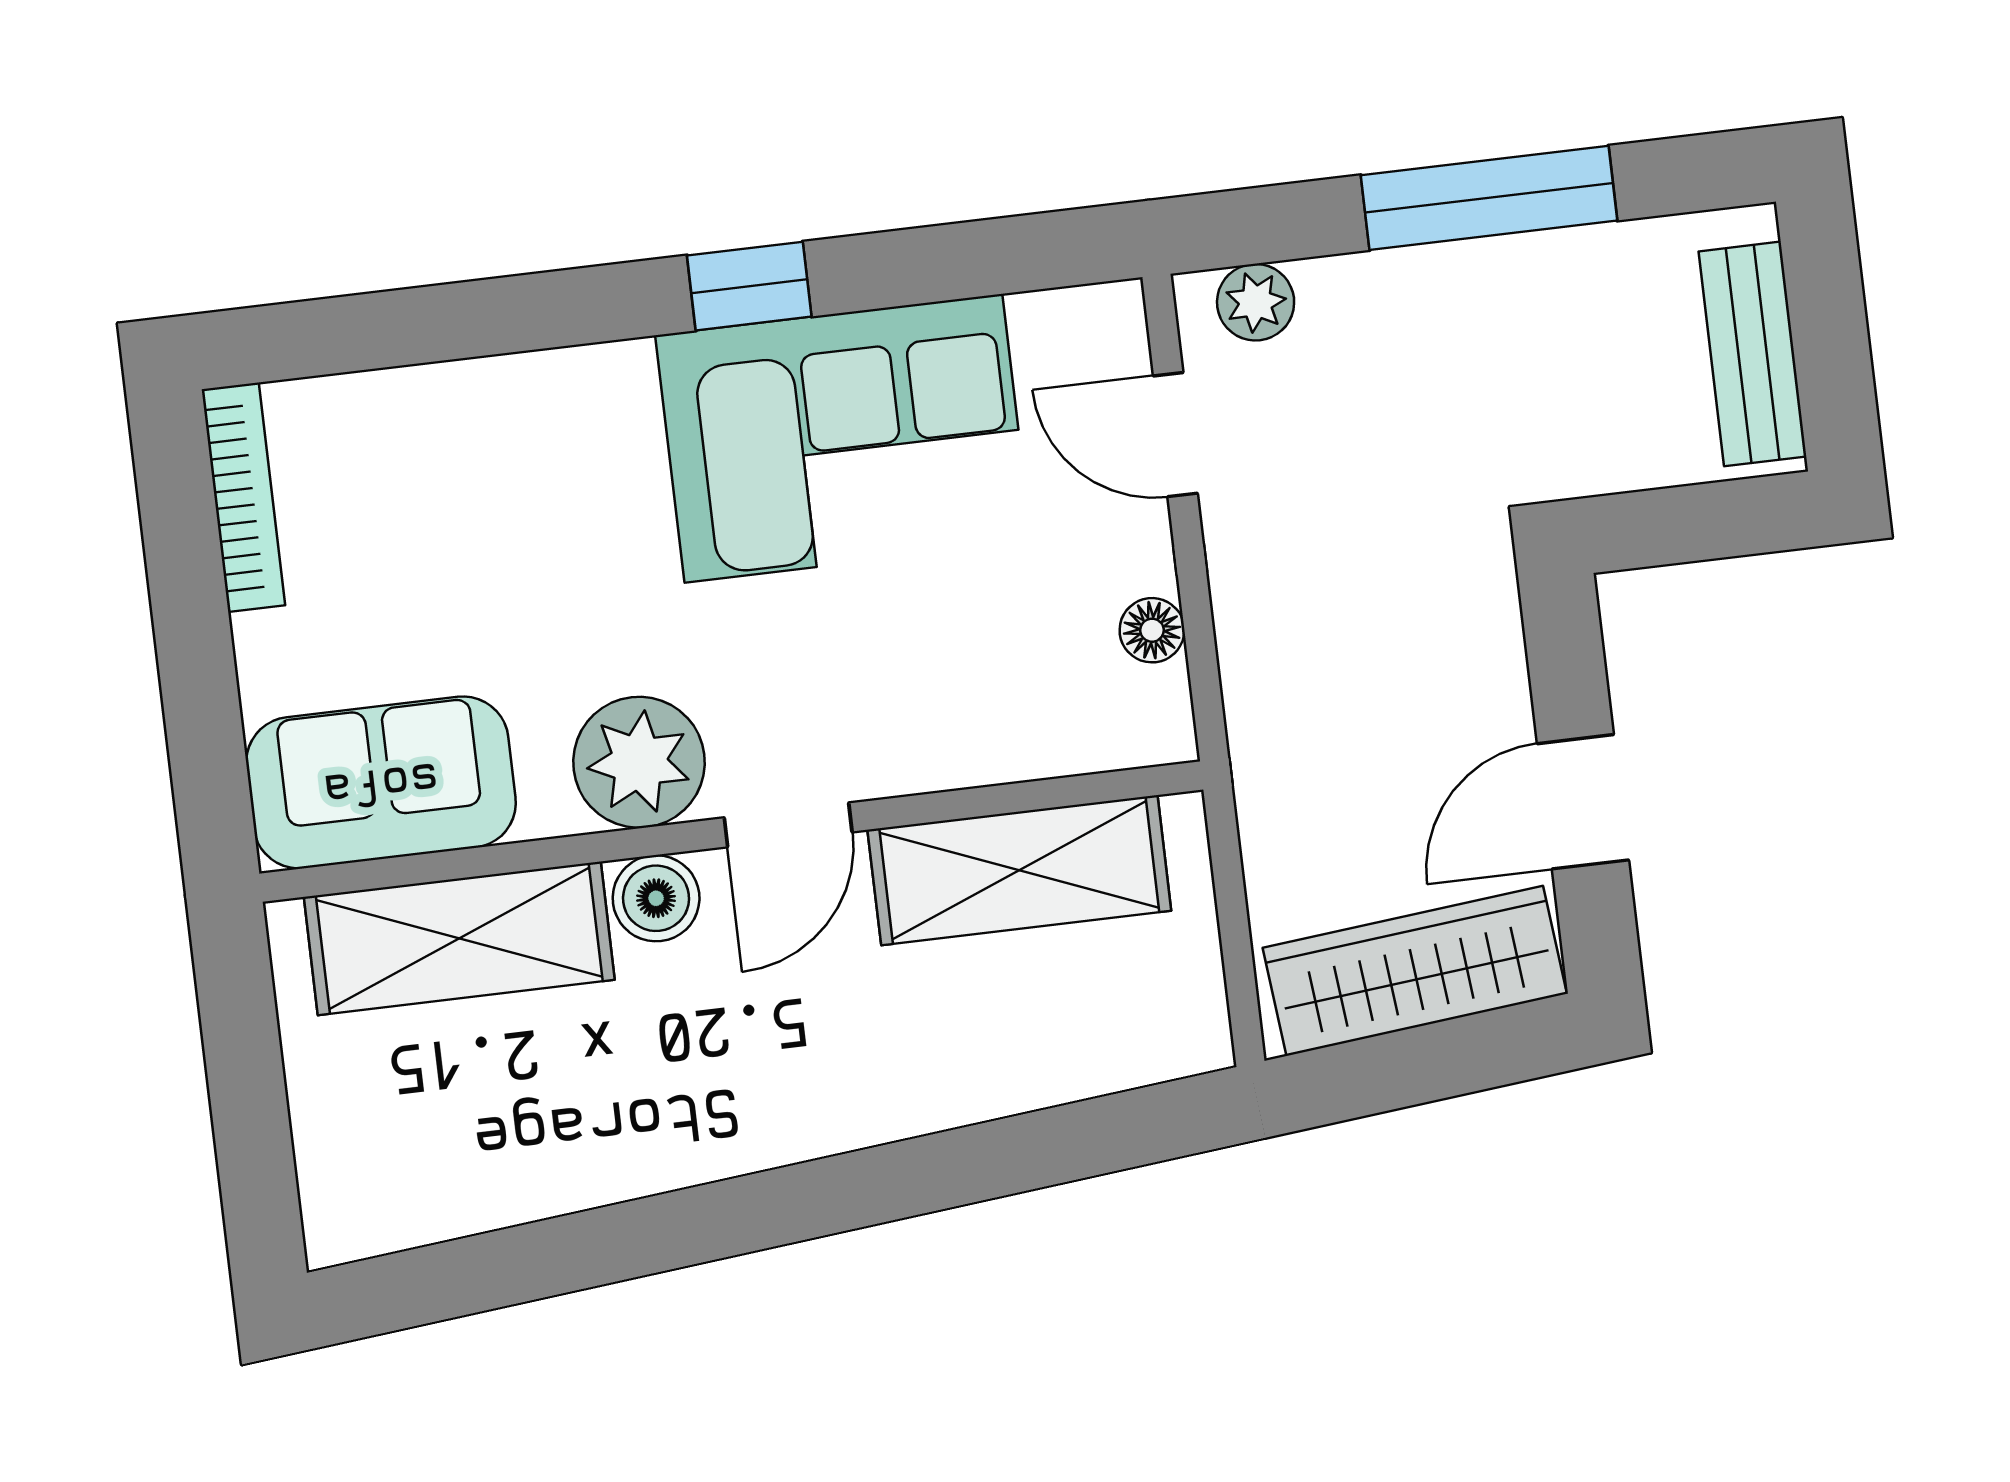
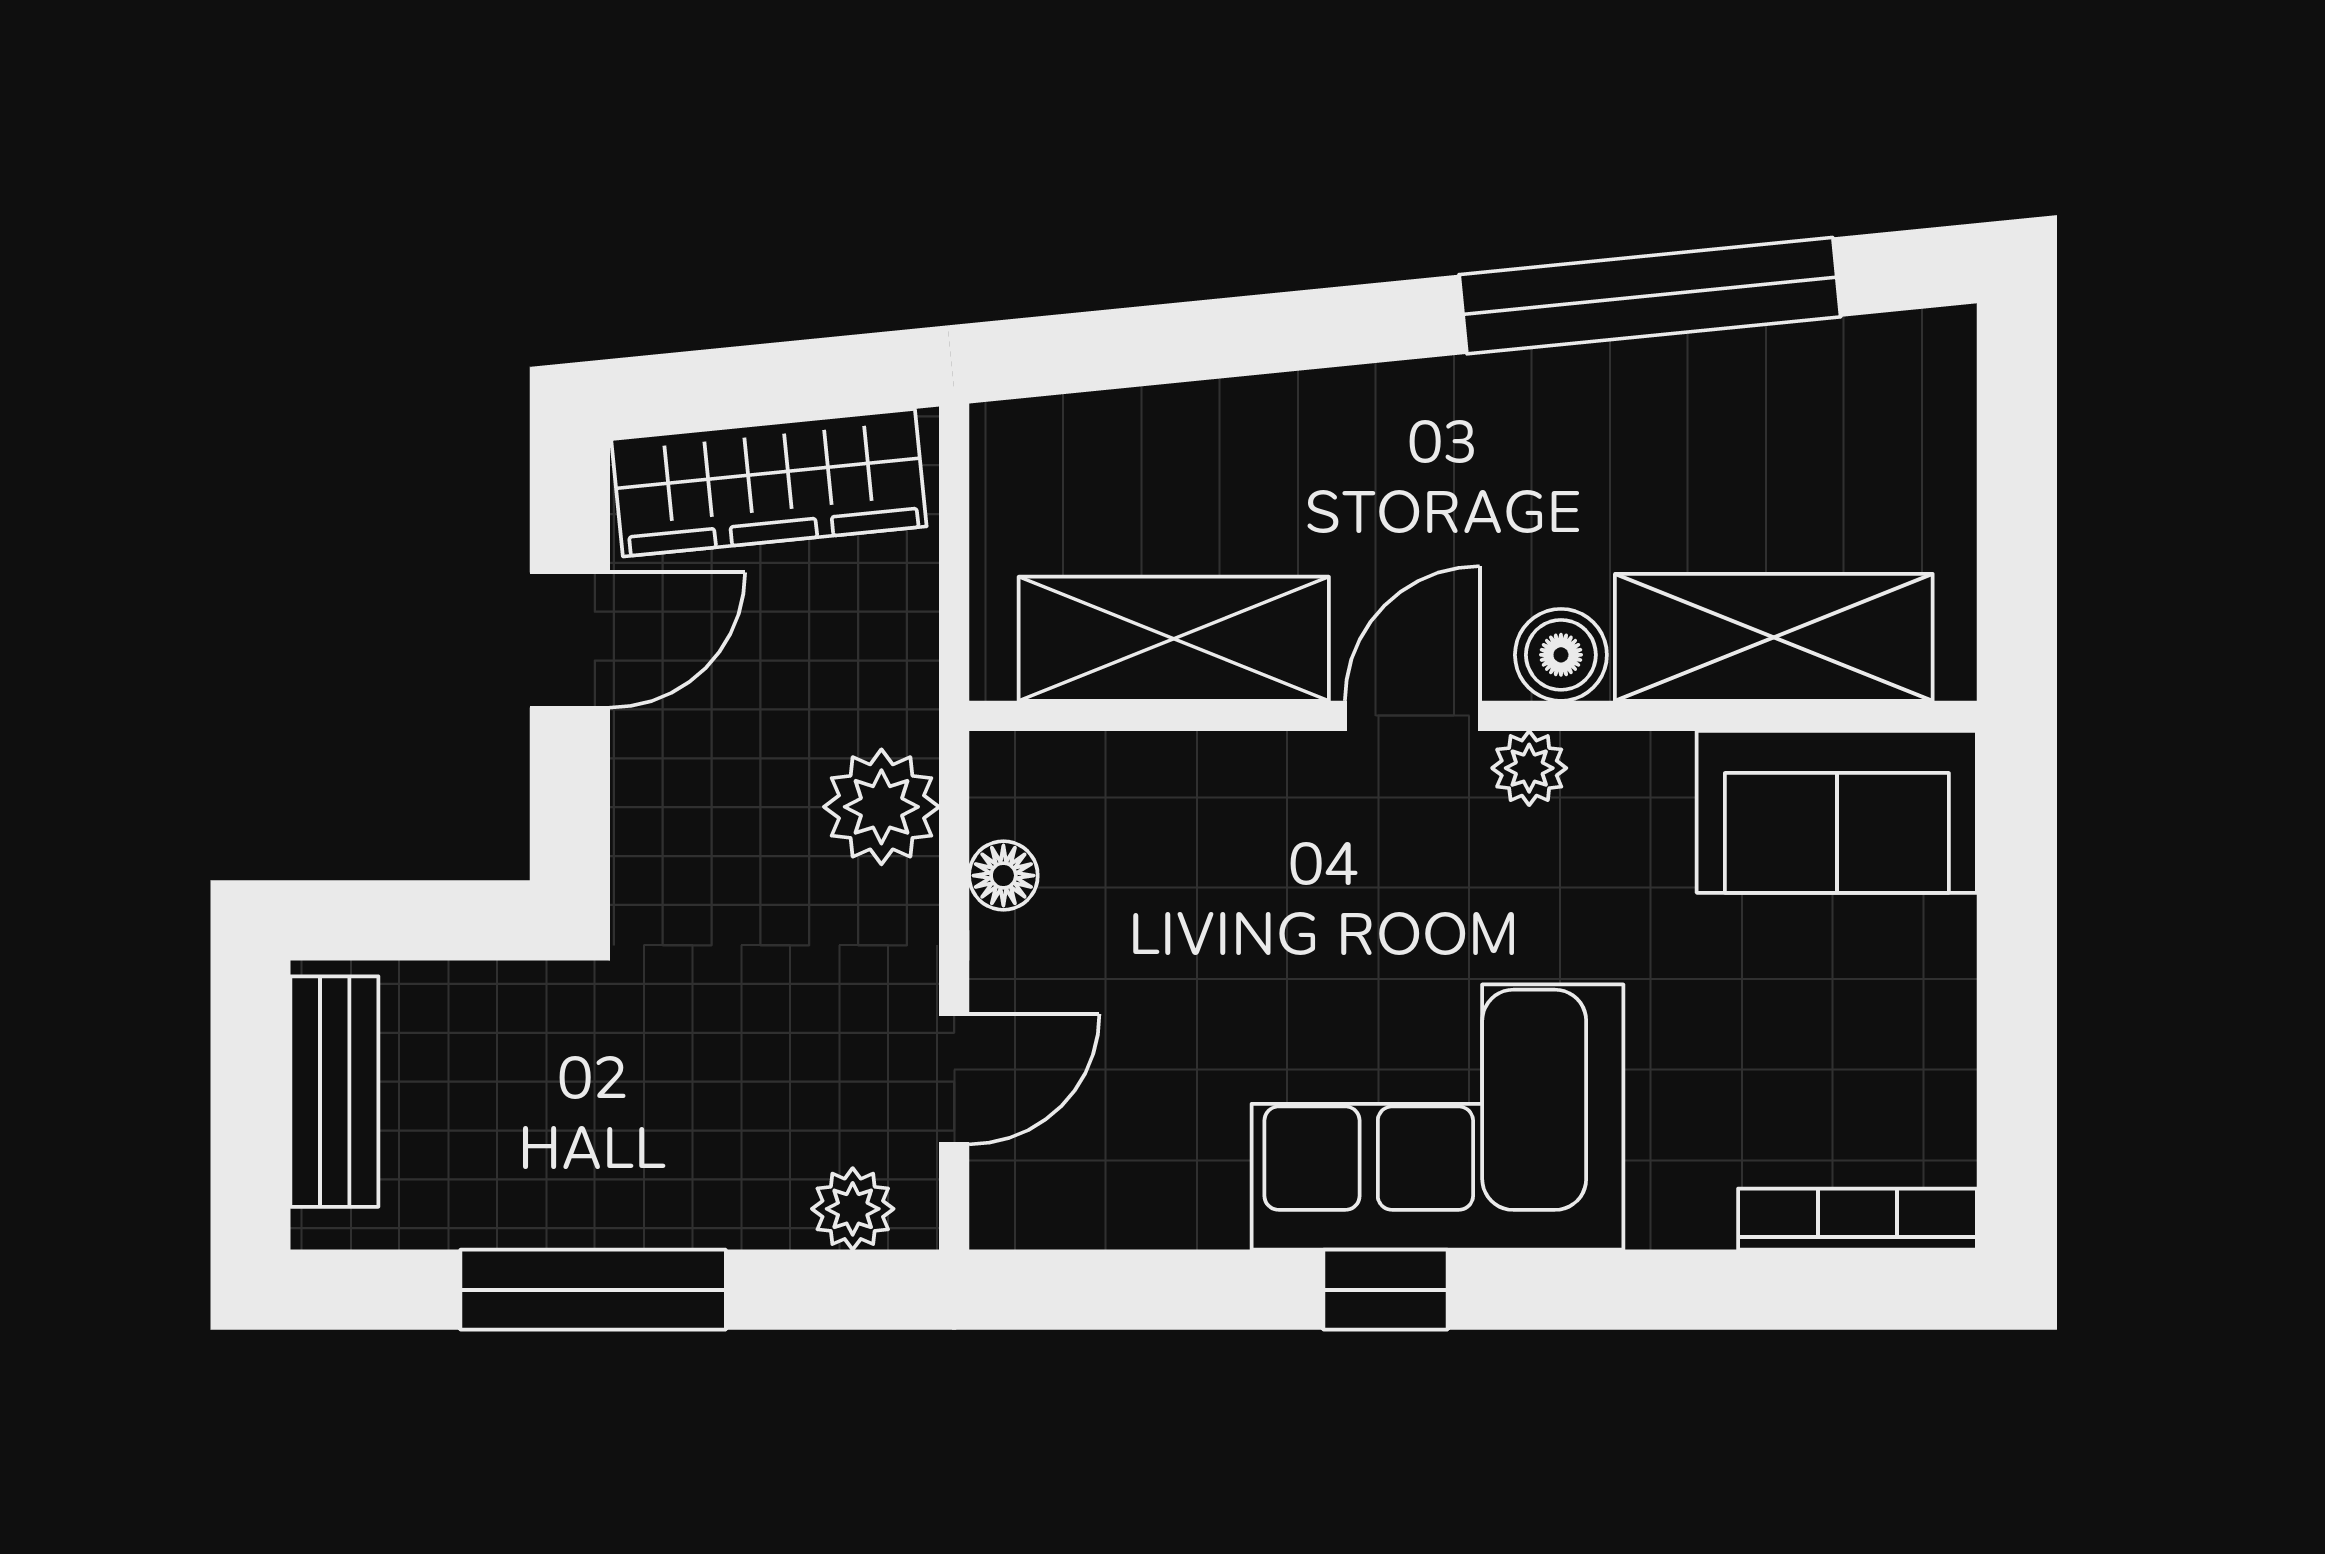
door: (1175, 435) -> (954, 1079), hinge flipped
corner sofa: (843, 438) -> (1438, 1117), moved
bookcase: (243, 497) -> (1858, 1219), moved, turned 90
plant: (1273, 681) -> (881, 807), added
plant: (639, 762) -> (1529, 768), width x0.53, depth x0.53
window: (613, 1243) -> (1650, 296), added

